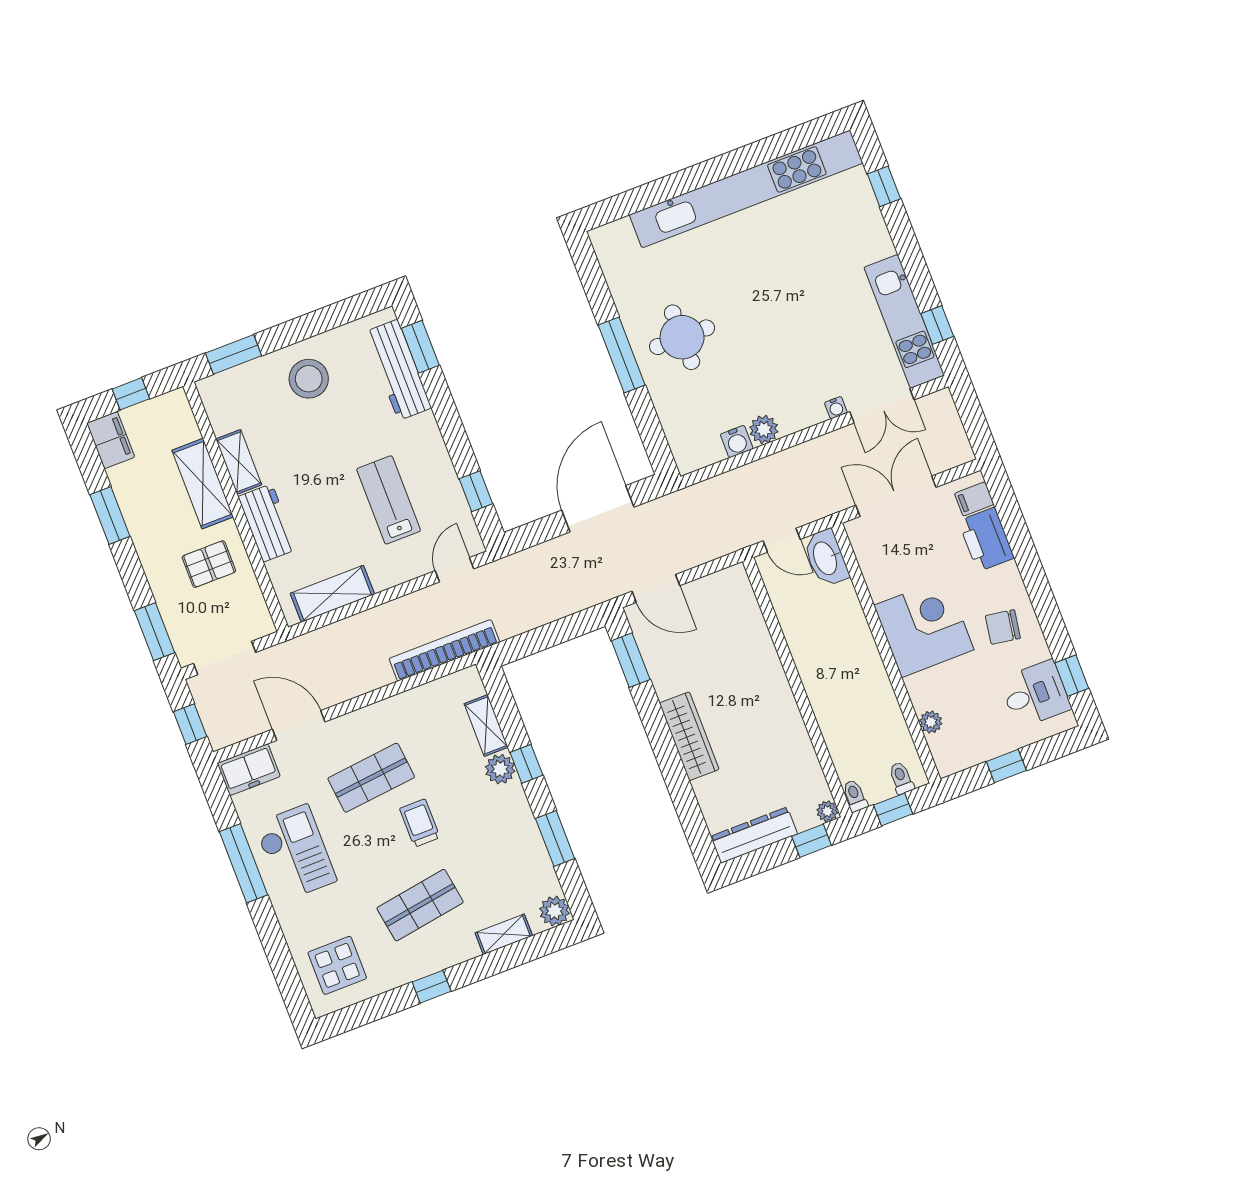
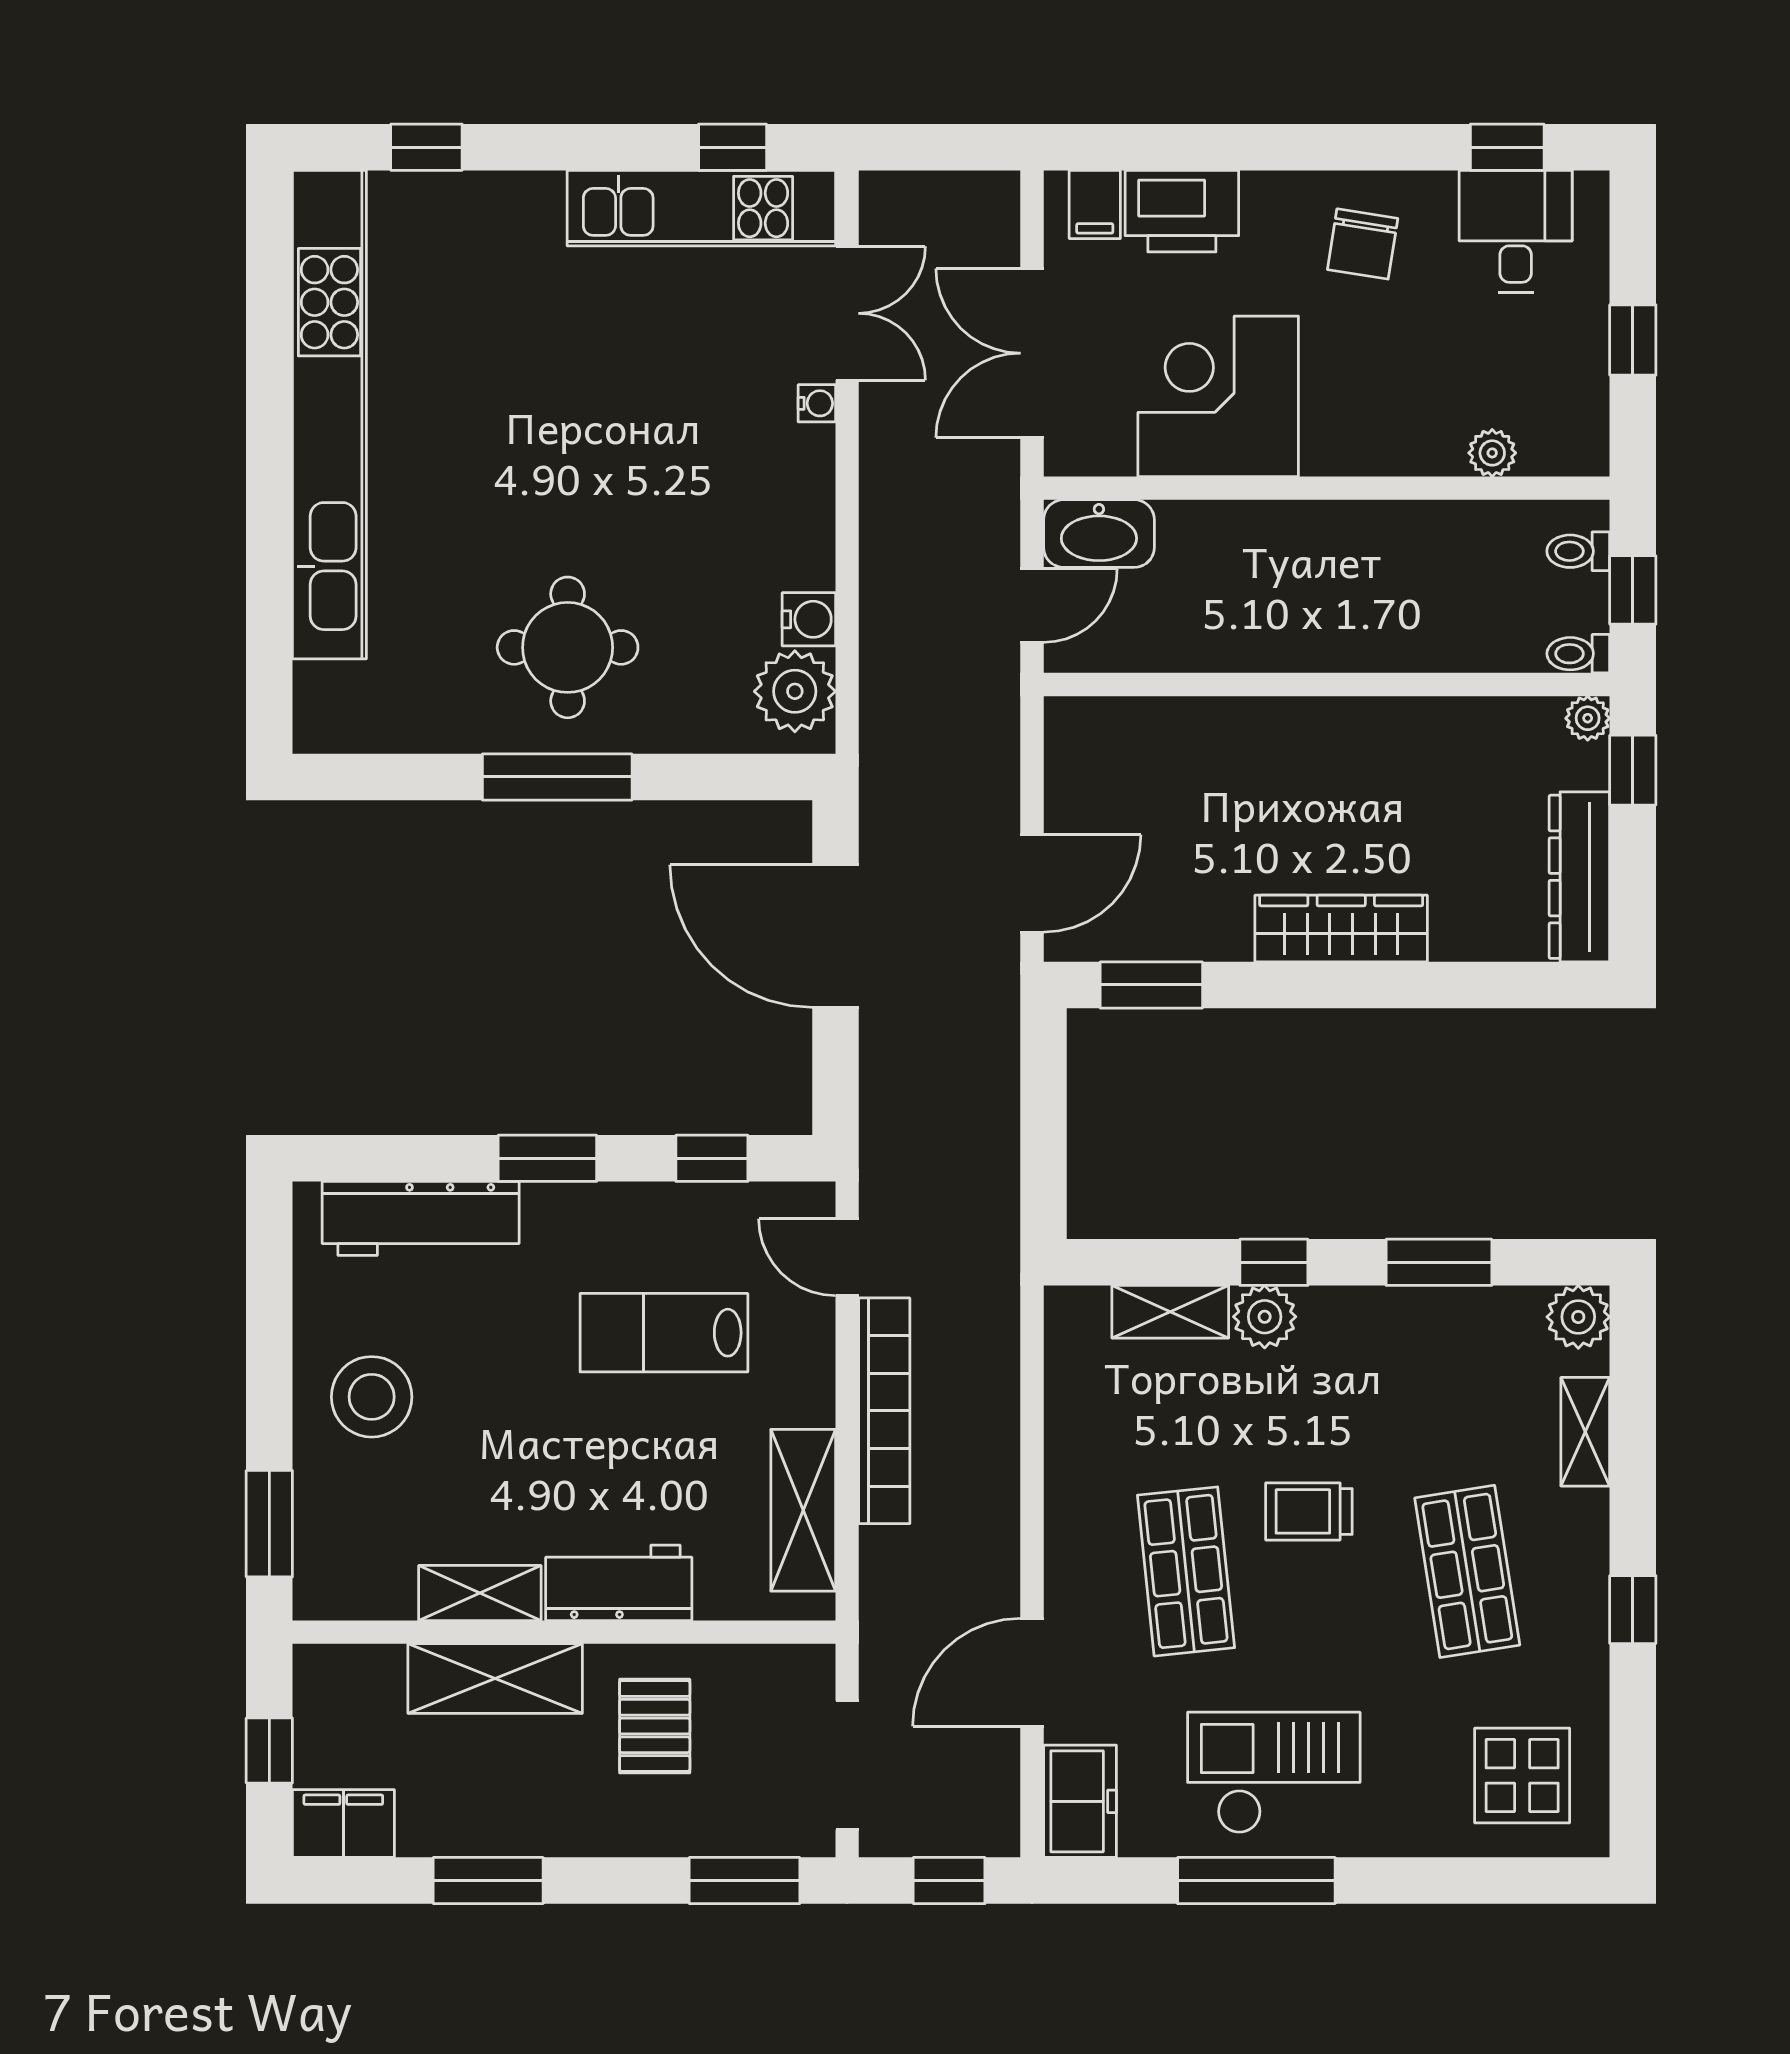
window: (420, 347) -> (547, 1158), moved
plant: (764, 429) -> (795, 691), moved, width x1.36, depth x1.36
corner desk: (924, 628) -> (1218, 396), moved
bookcase: (444, 650) -> (884, 1411), moved, turned 180

